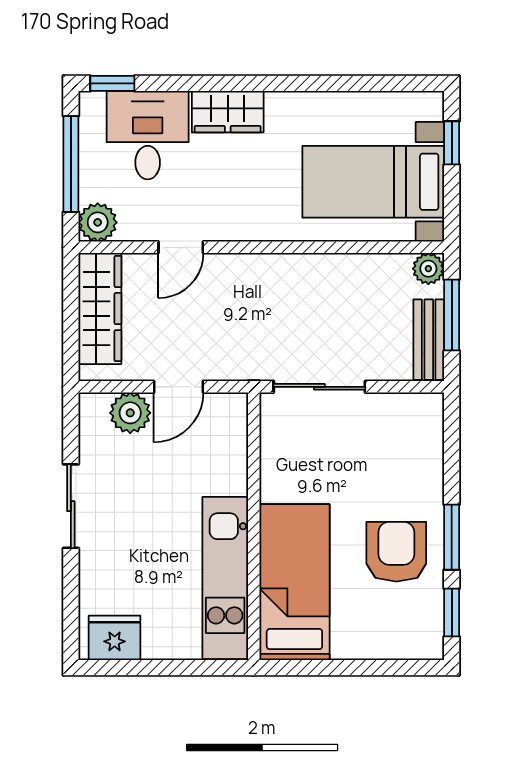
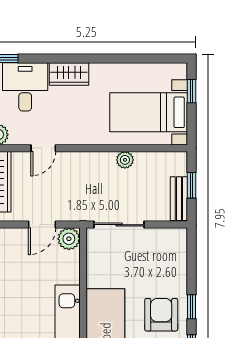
plant: (428, 269) -> (125, 160), moved
window: (452, 315) -> (191, 185), width x0.67
plant: (130, 413) -> (69, 239), moved
window: (452, 537) -> (191, 307), width x0.67

